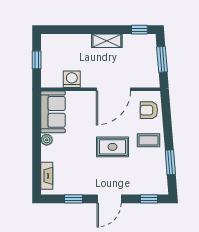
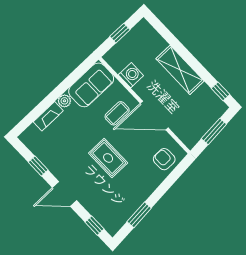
shelving: (107, 41) -> (180, 70), width x1.50, depth x1.33
coffee table: (149, 140) -> (117, 113), moved, turned 90
fireplace: (47, 176) -> (48, 116), moved

